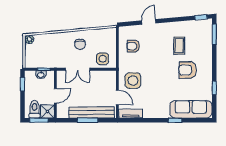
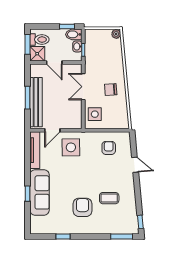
bidet: (30, 78) -> (74, 34), added
sofa: (191, 109) -> (39, 192), moved
tv unit: (131, 114) -> (35, 150), width x1.41

